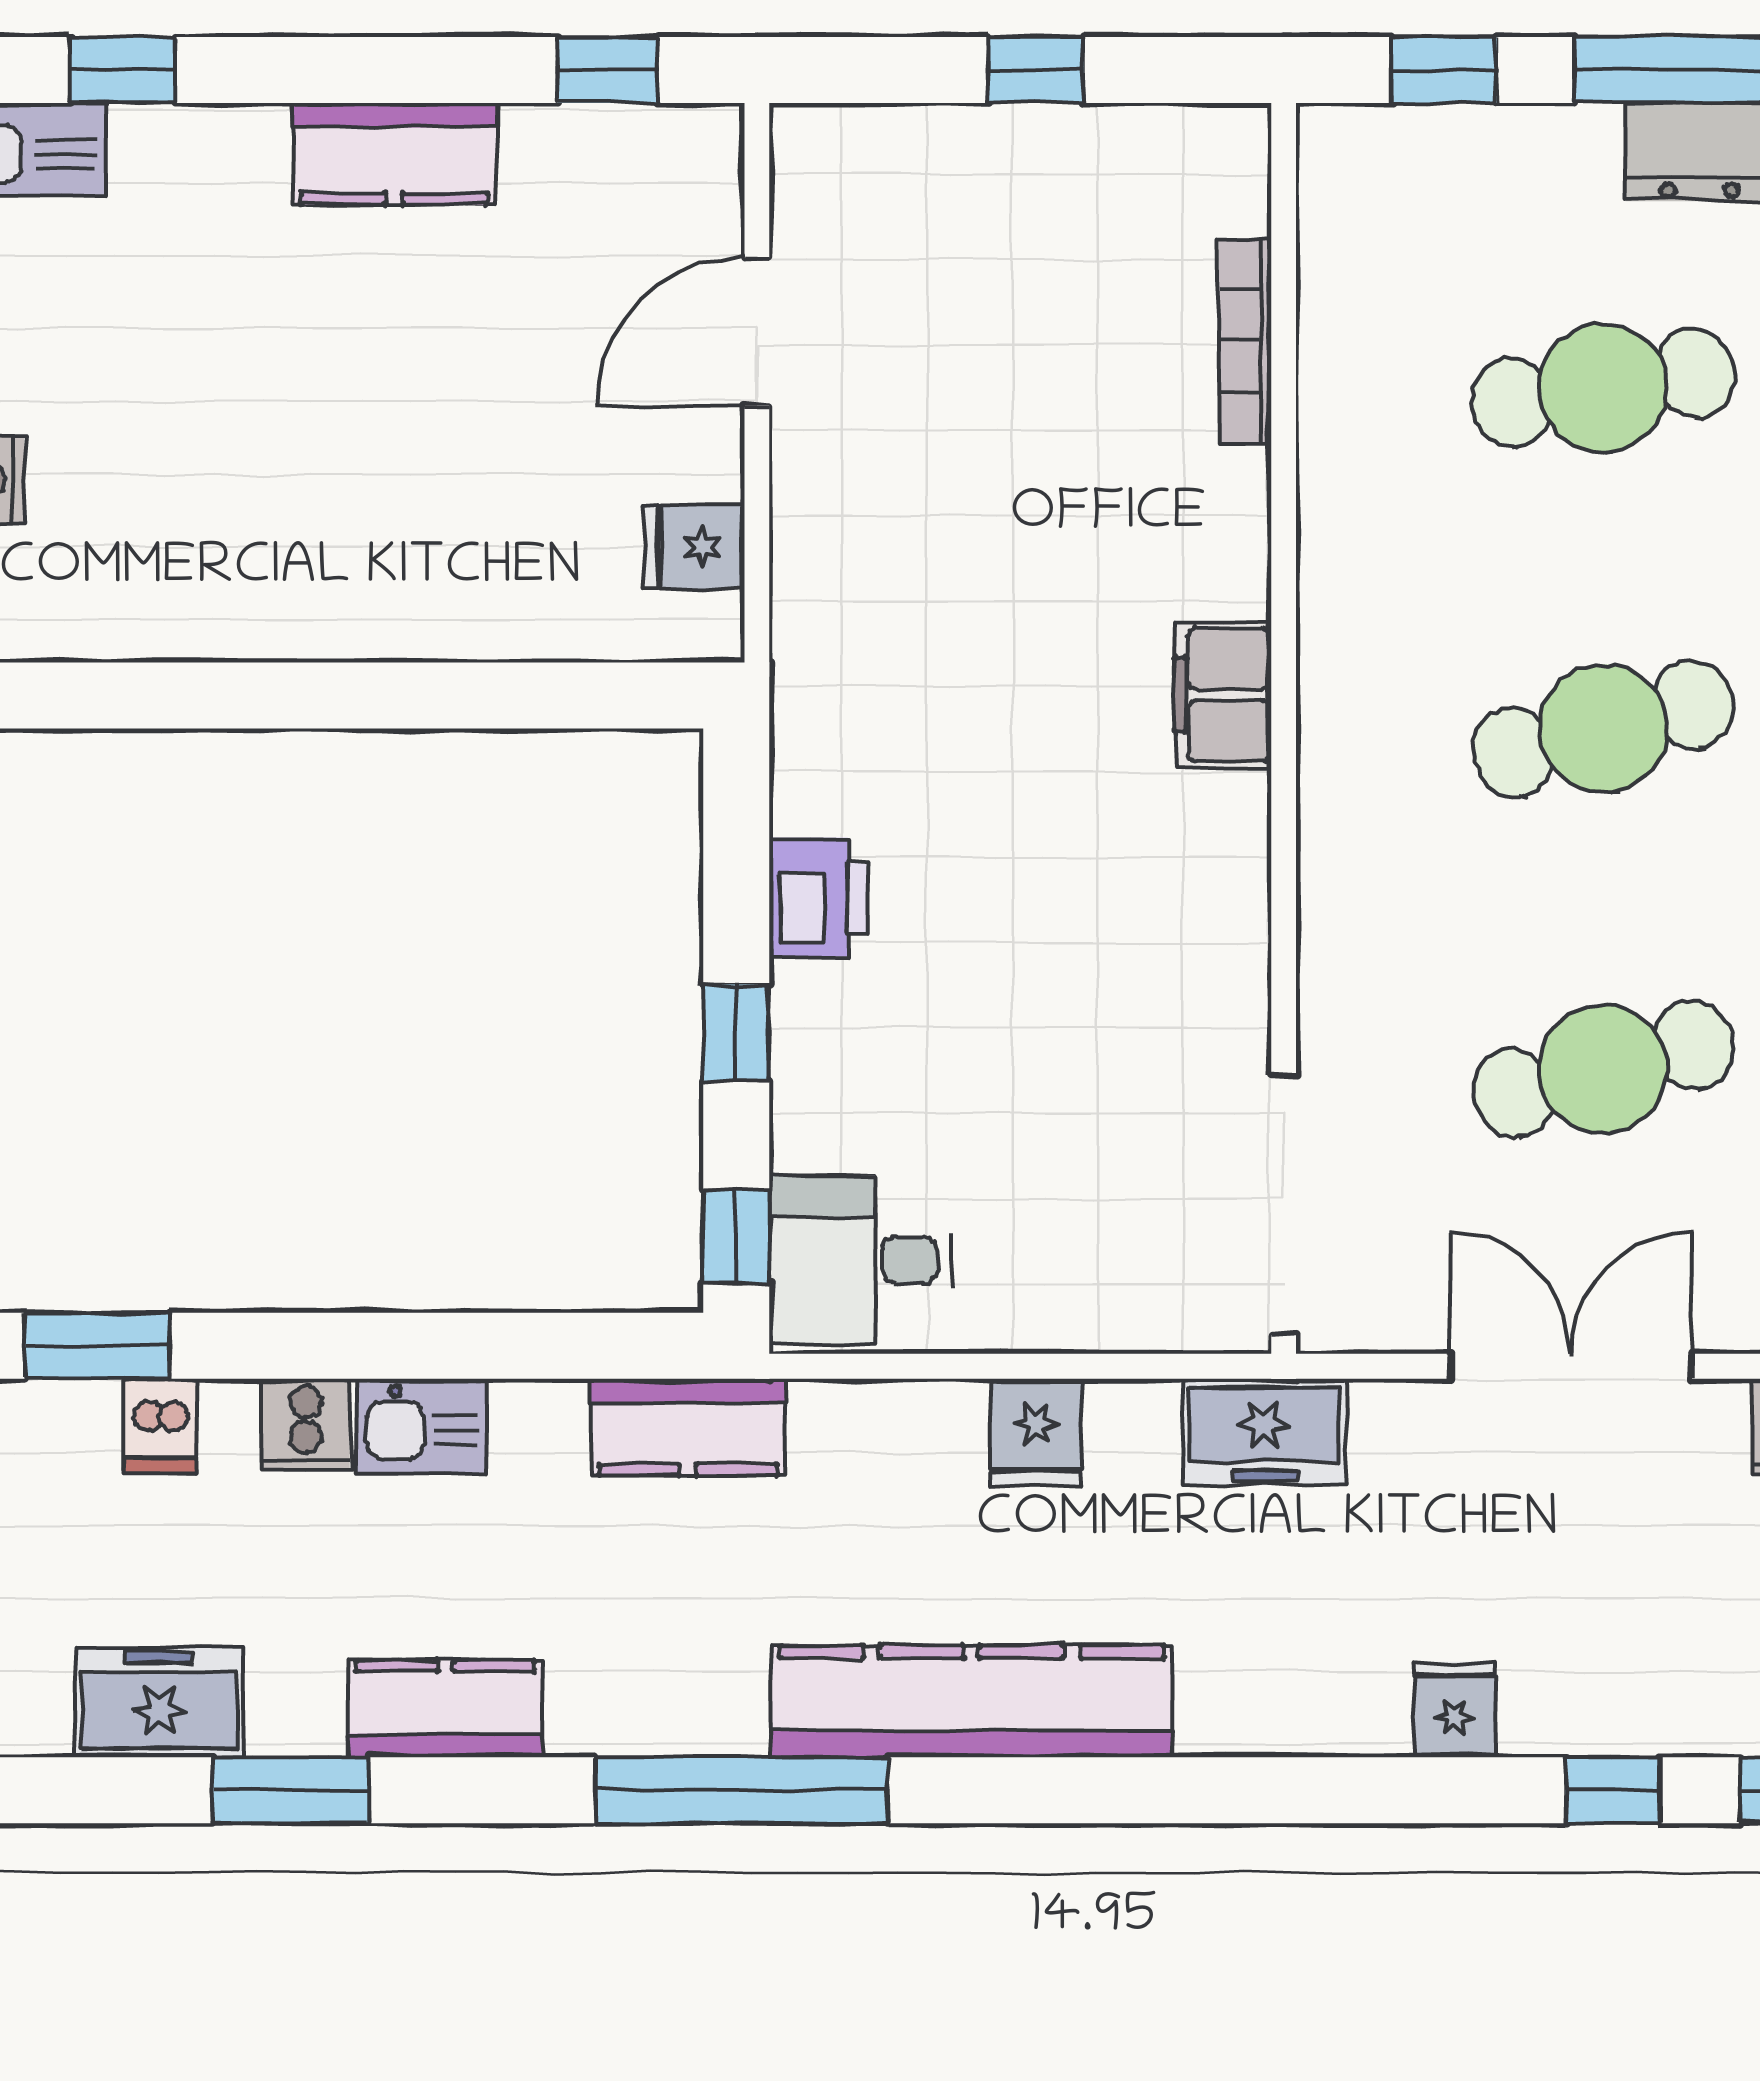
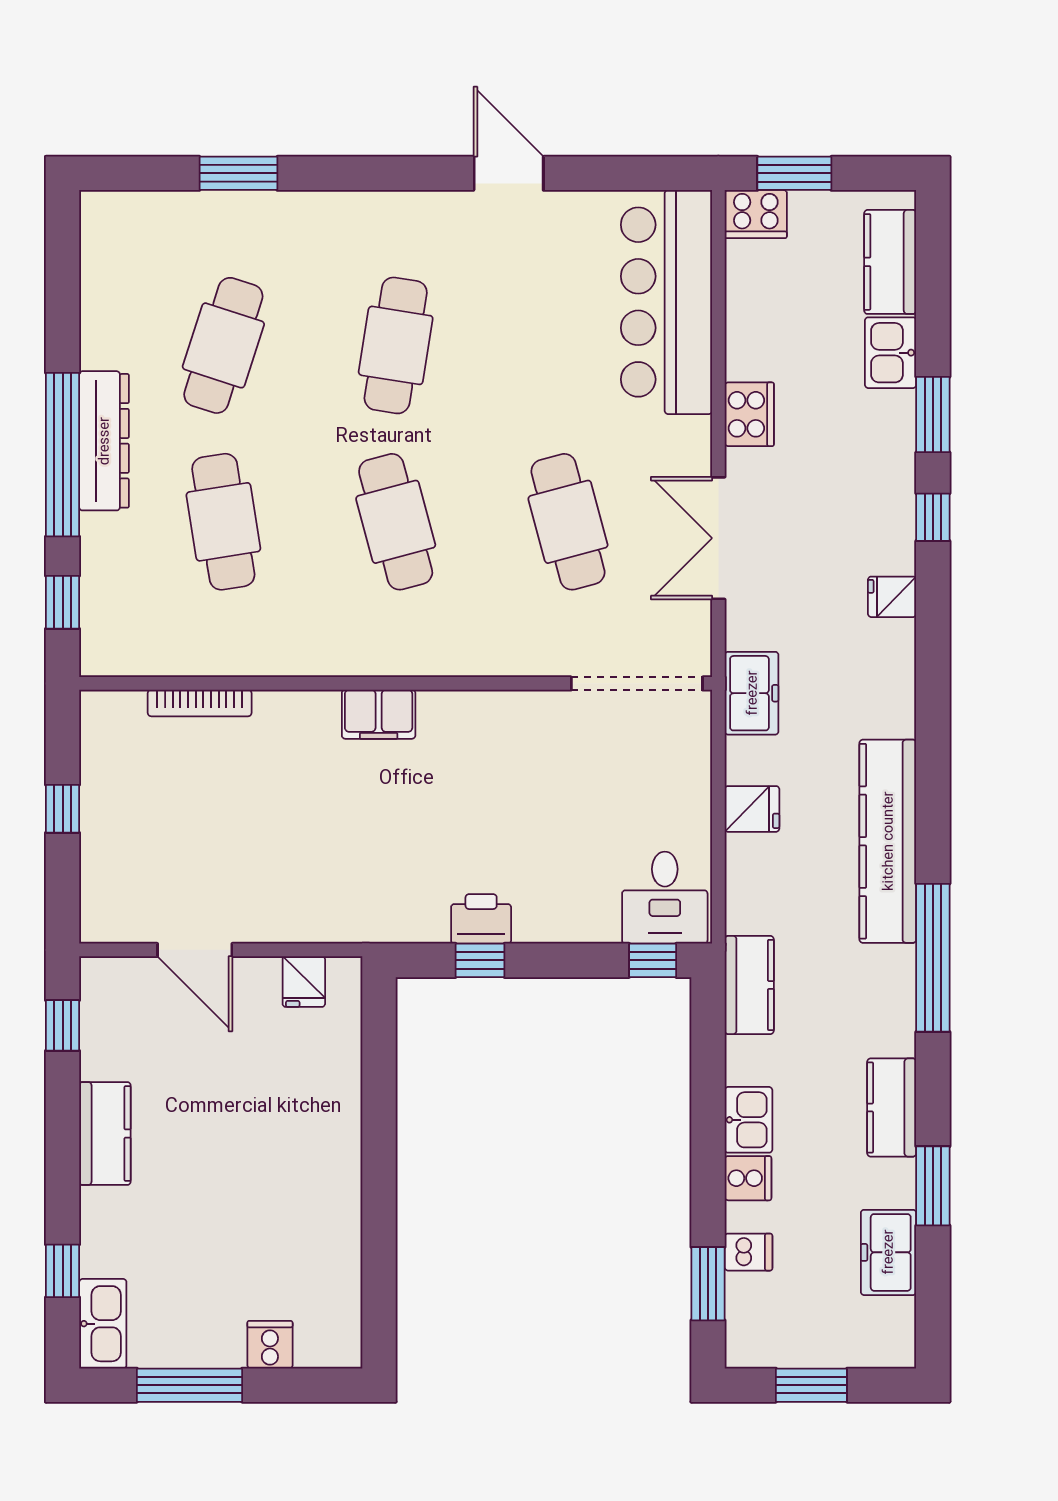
window: (736, 1033) -> (480, 960), moved

